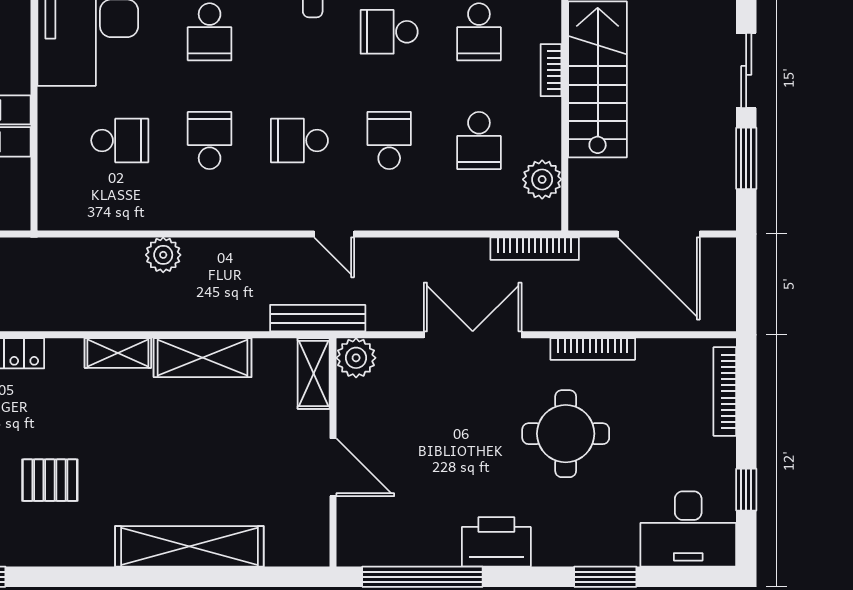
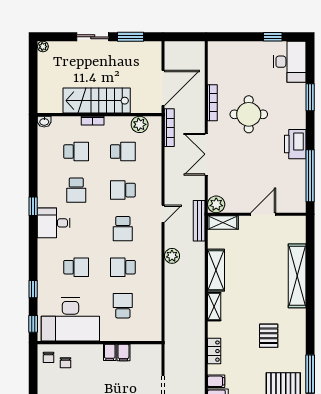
door: (659, 234) -> (163, 88), moved
plant: (163, 255) -> (172, 256), moved
bookcase: (725, 391) -> (231, 46), removed

